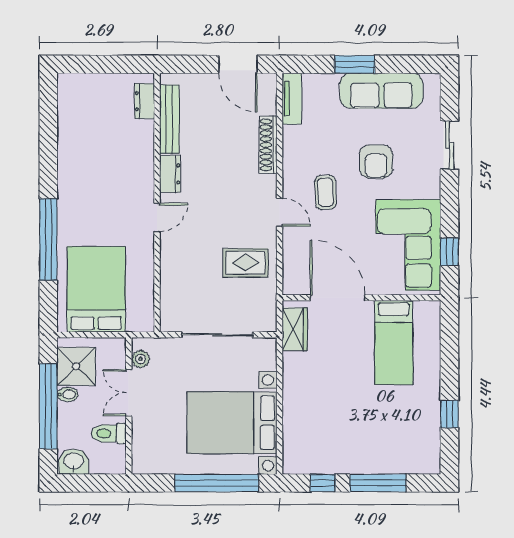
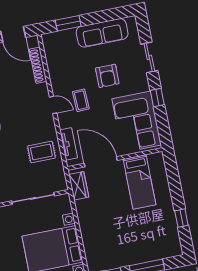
window: (355, 64) -> (68, 23), moved
tv unit: (292, 99) -> (69, 144), moved
shoe rack: (268, 145) -> (38, 65), moved
door: (279, 212) -> (53, 105), moved
window: (449, 252) -> (157, 98), moved

